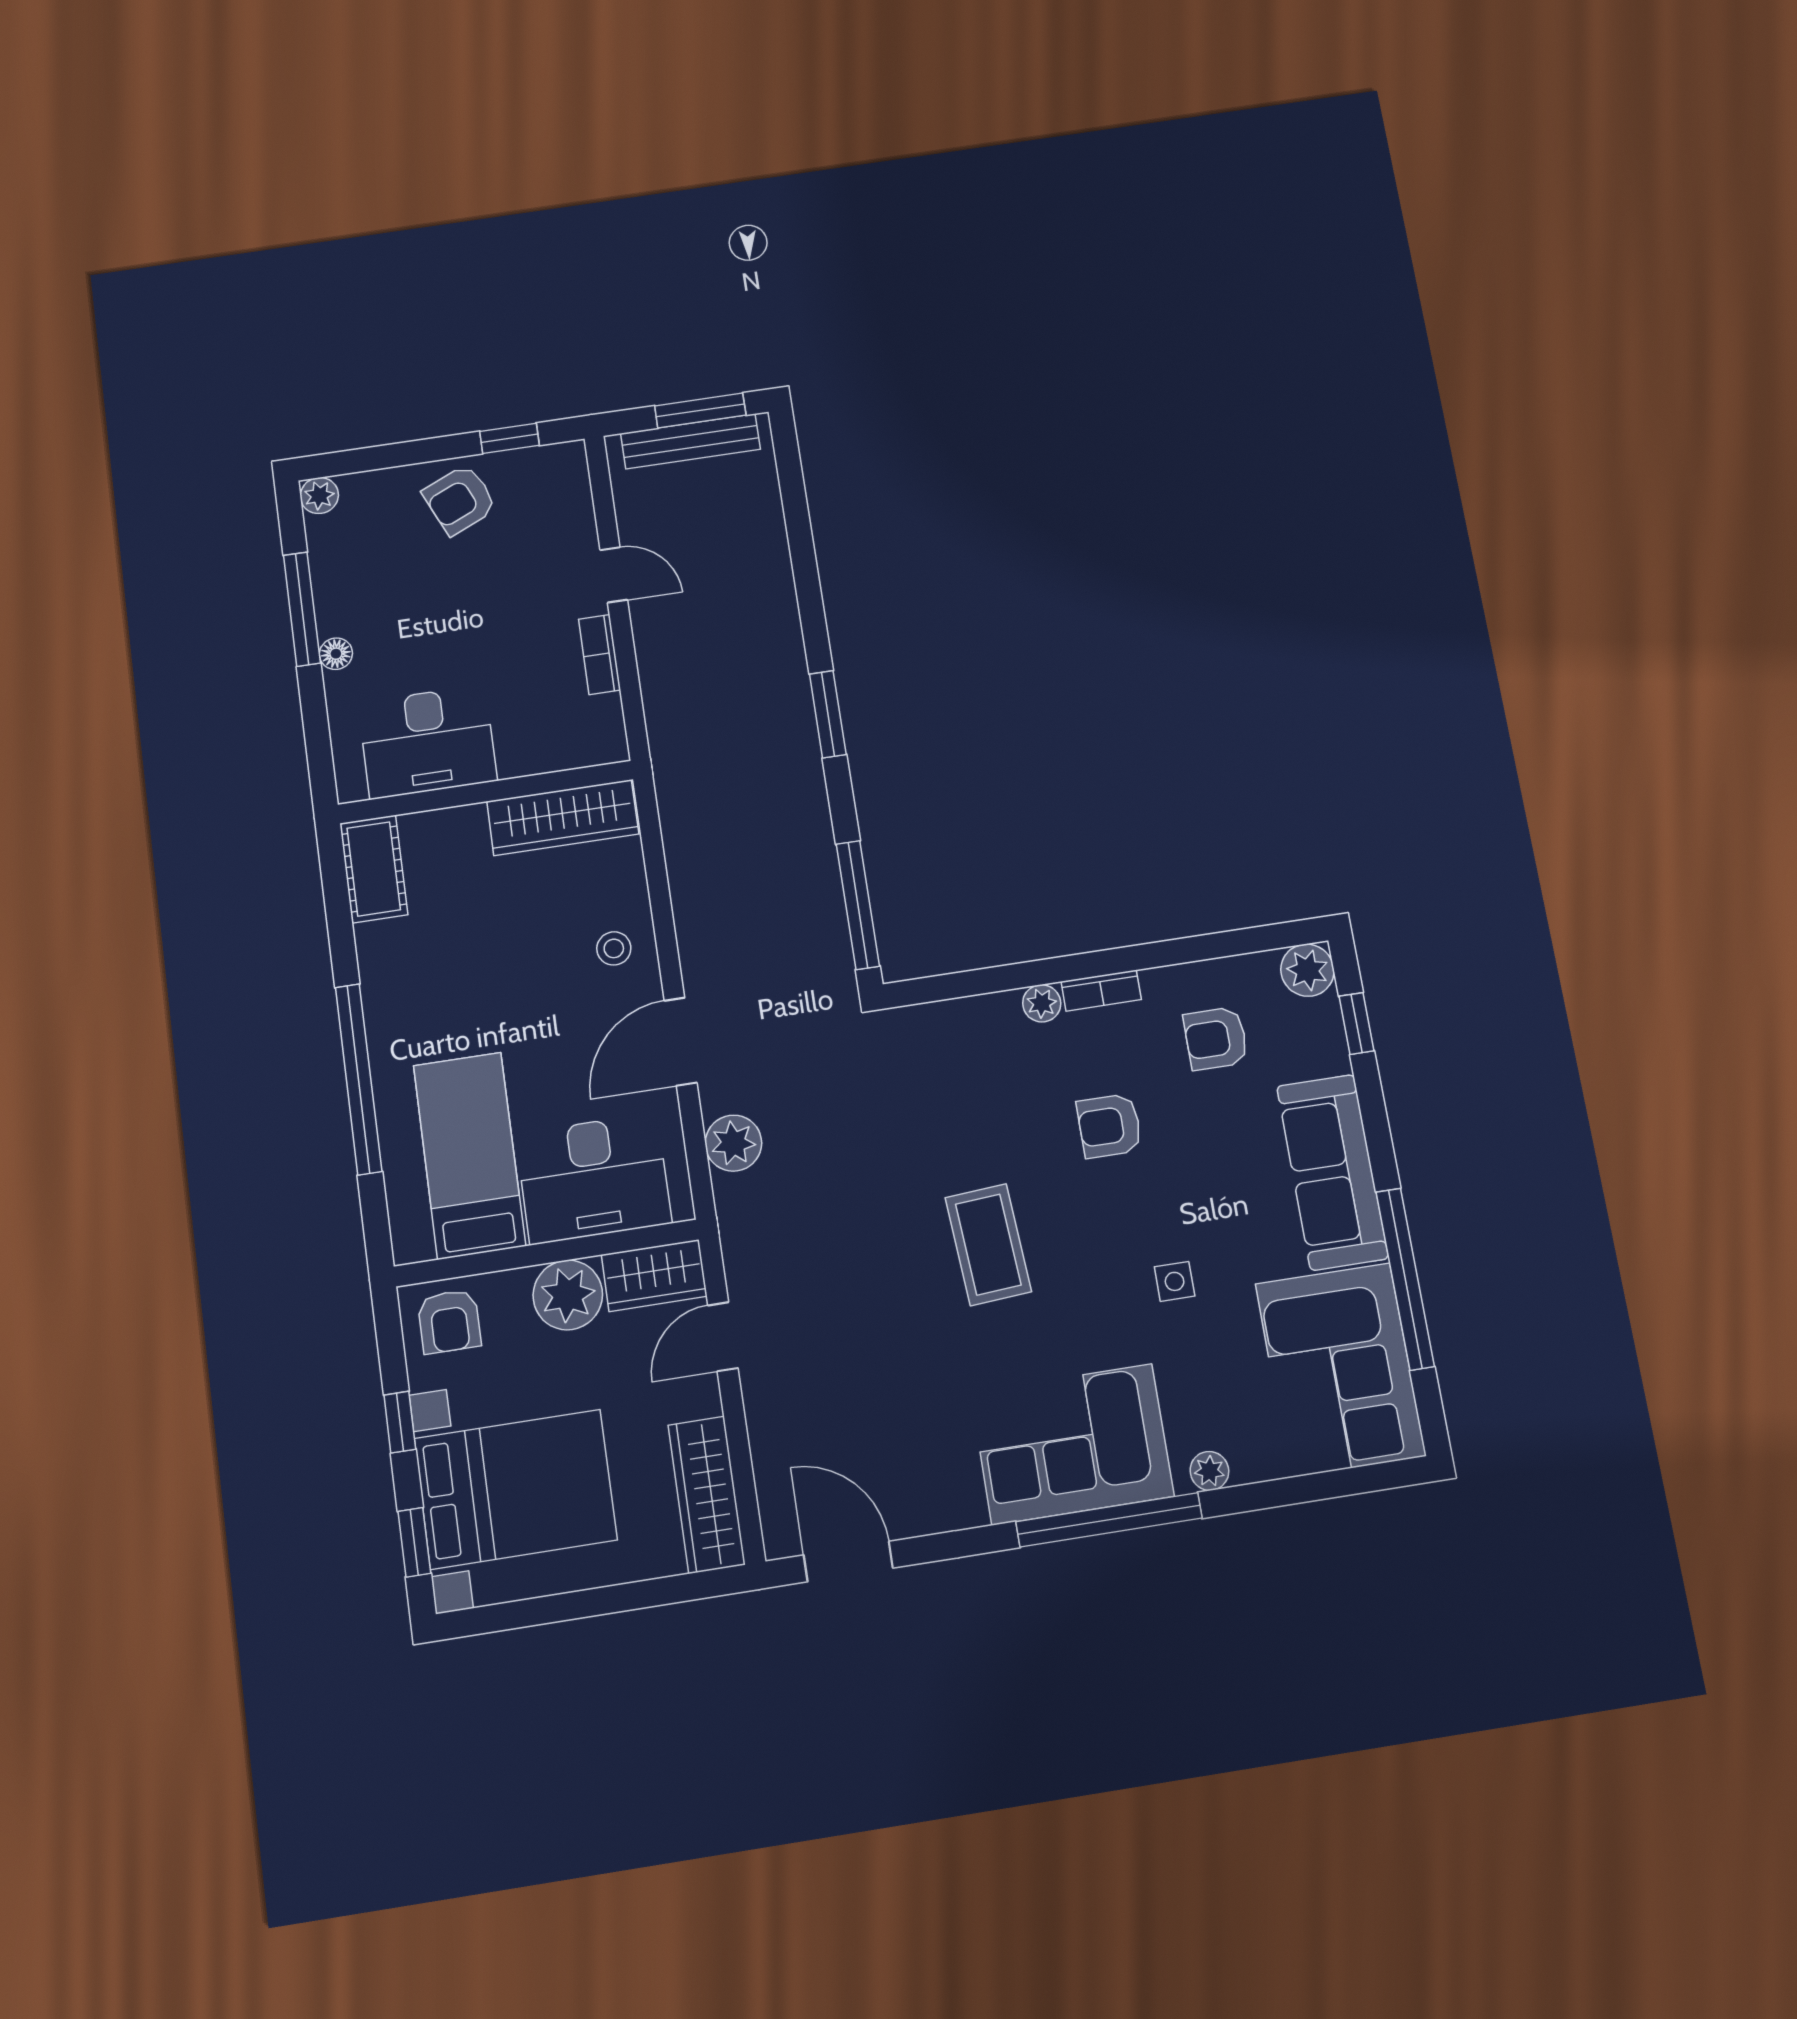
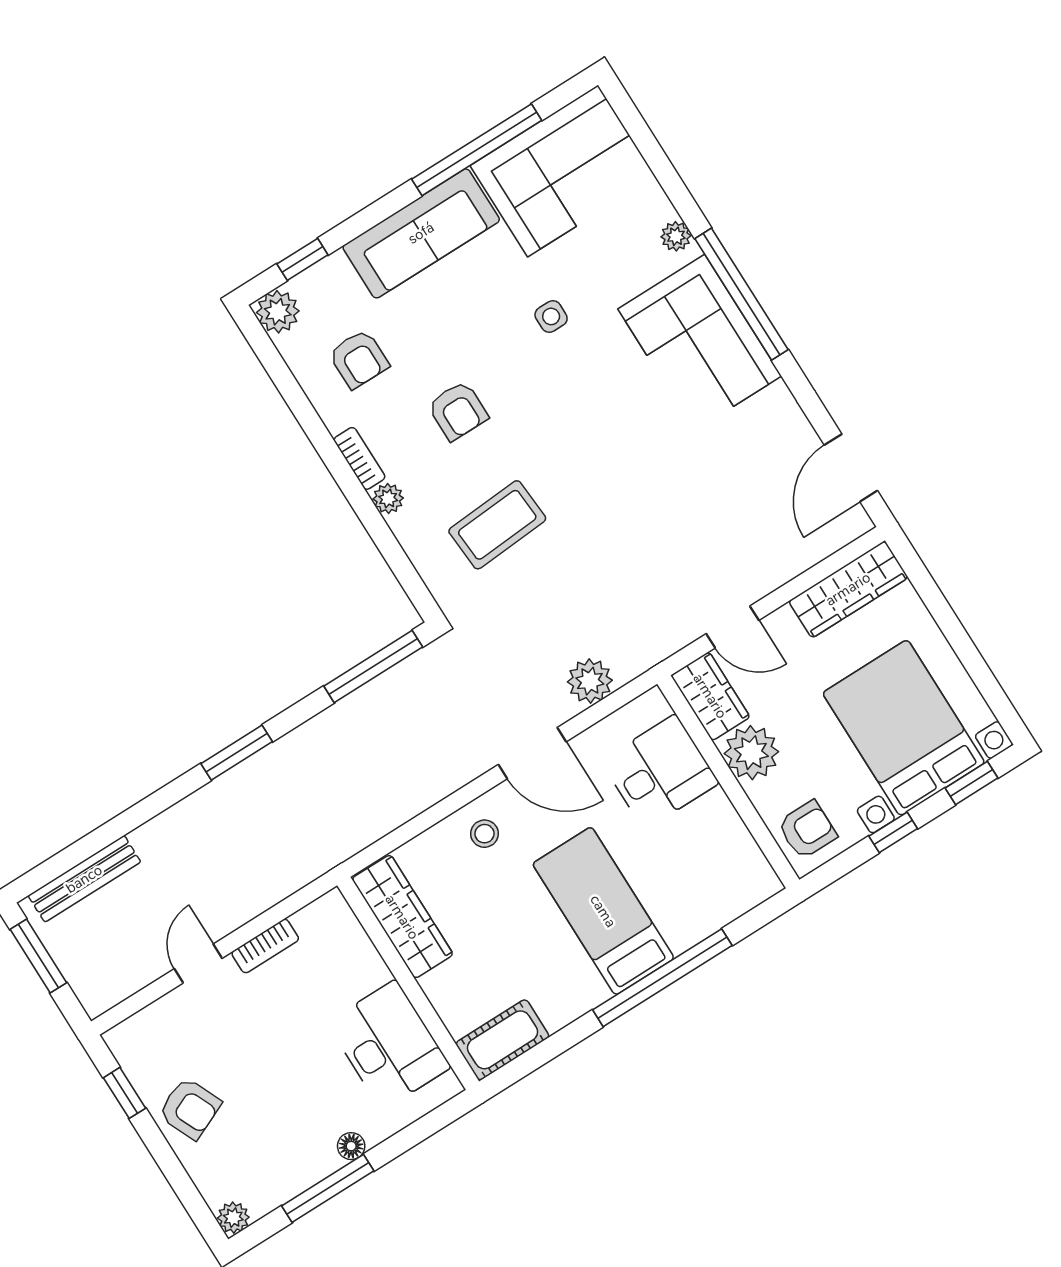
bench: (691, 441) -> (84, 879), moved, turned 90
bed: (469, 1155) -> (603, 911), moved, turned 90
desk: (593, 1178) -> (660, 772), width x0.73
coffee table: (988, 1245) -> (497, 525), moved

